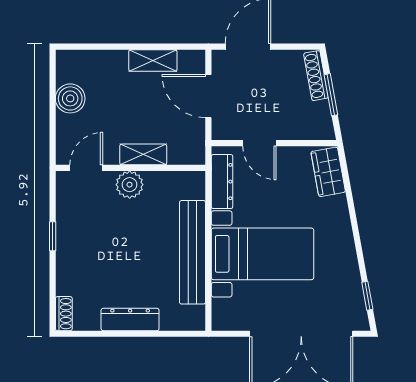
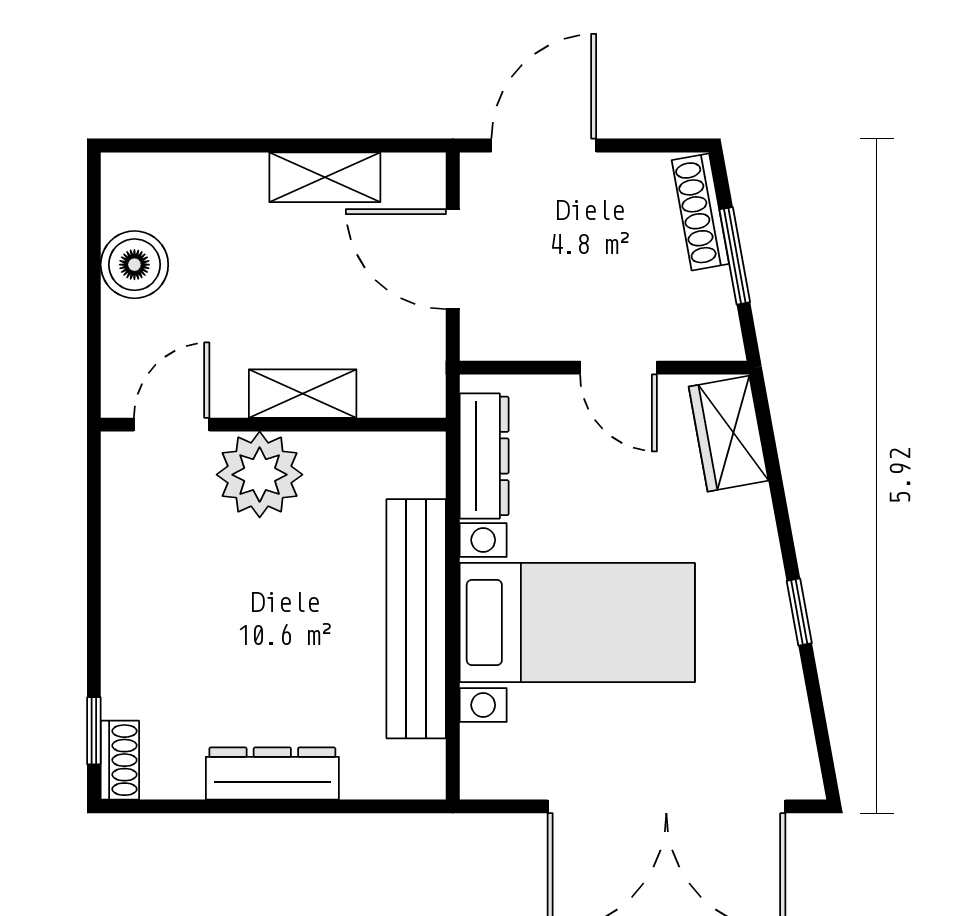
door: (259, 143) -> (618, 368), moved
plant: (130, 185) -> (260, 475), width x1.36, depth x1.36
window: (53, 236) -> (94, 731), moved
window: (367, 296) -> (799, 612), moved

